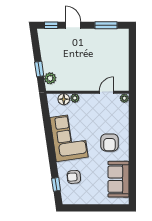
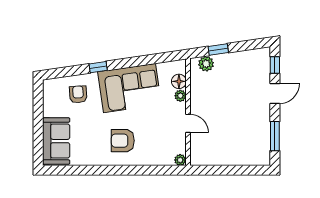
door: (107, 92) -> (188, 123), moved
sofa: (118, 179) -> (56, 141), moved, turned 90
window: (56, 184) -> (98, 67), moved

